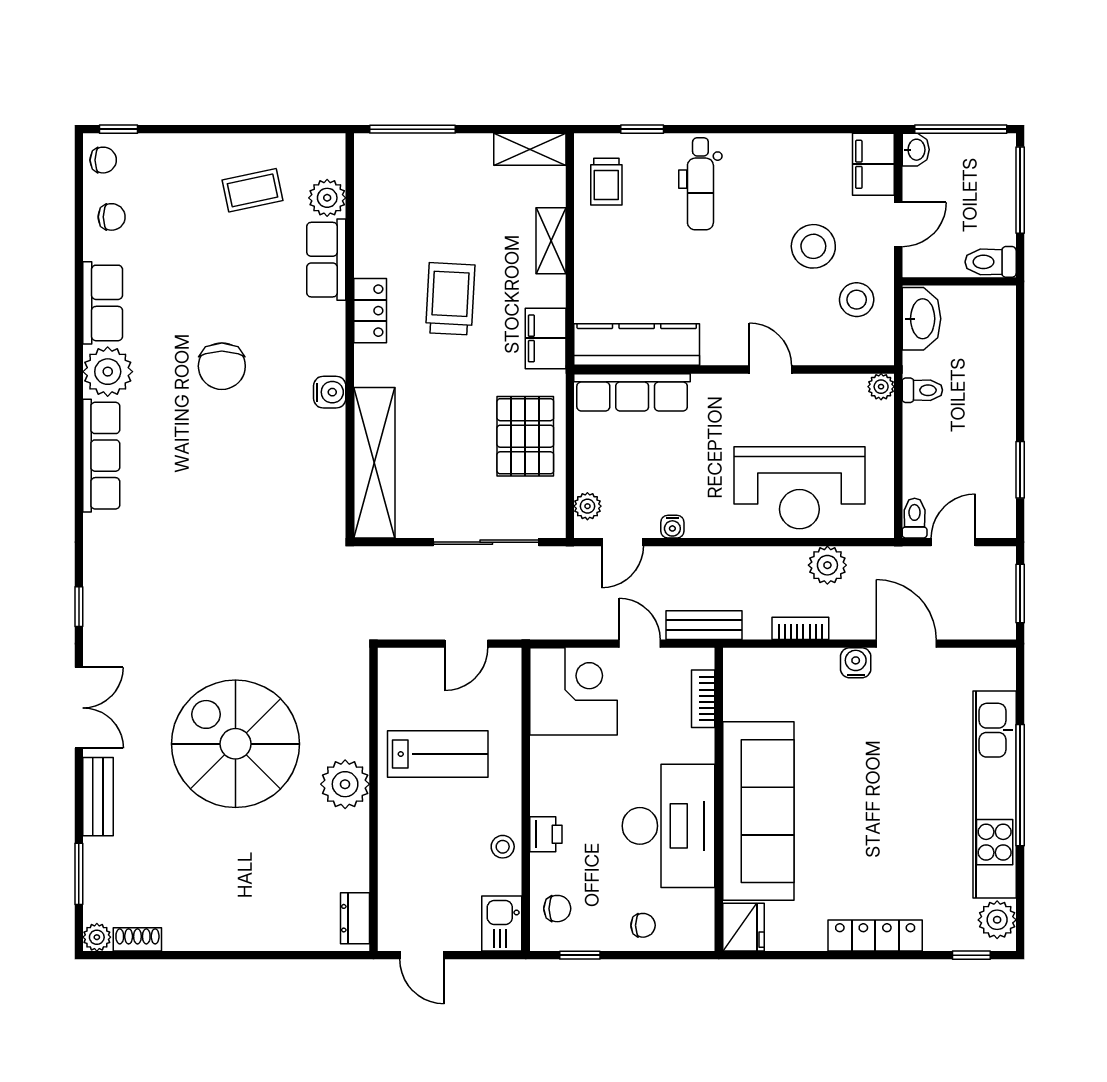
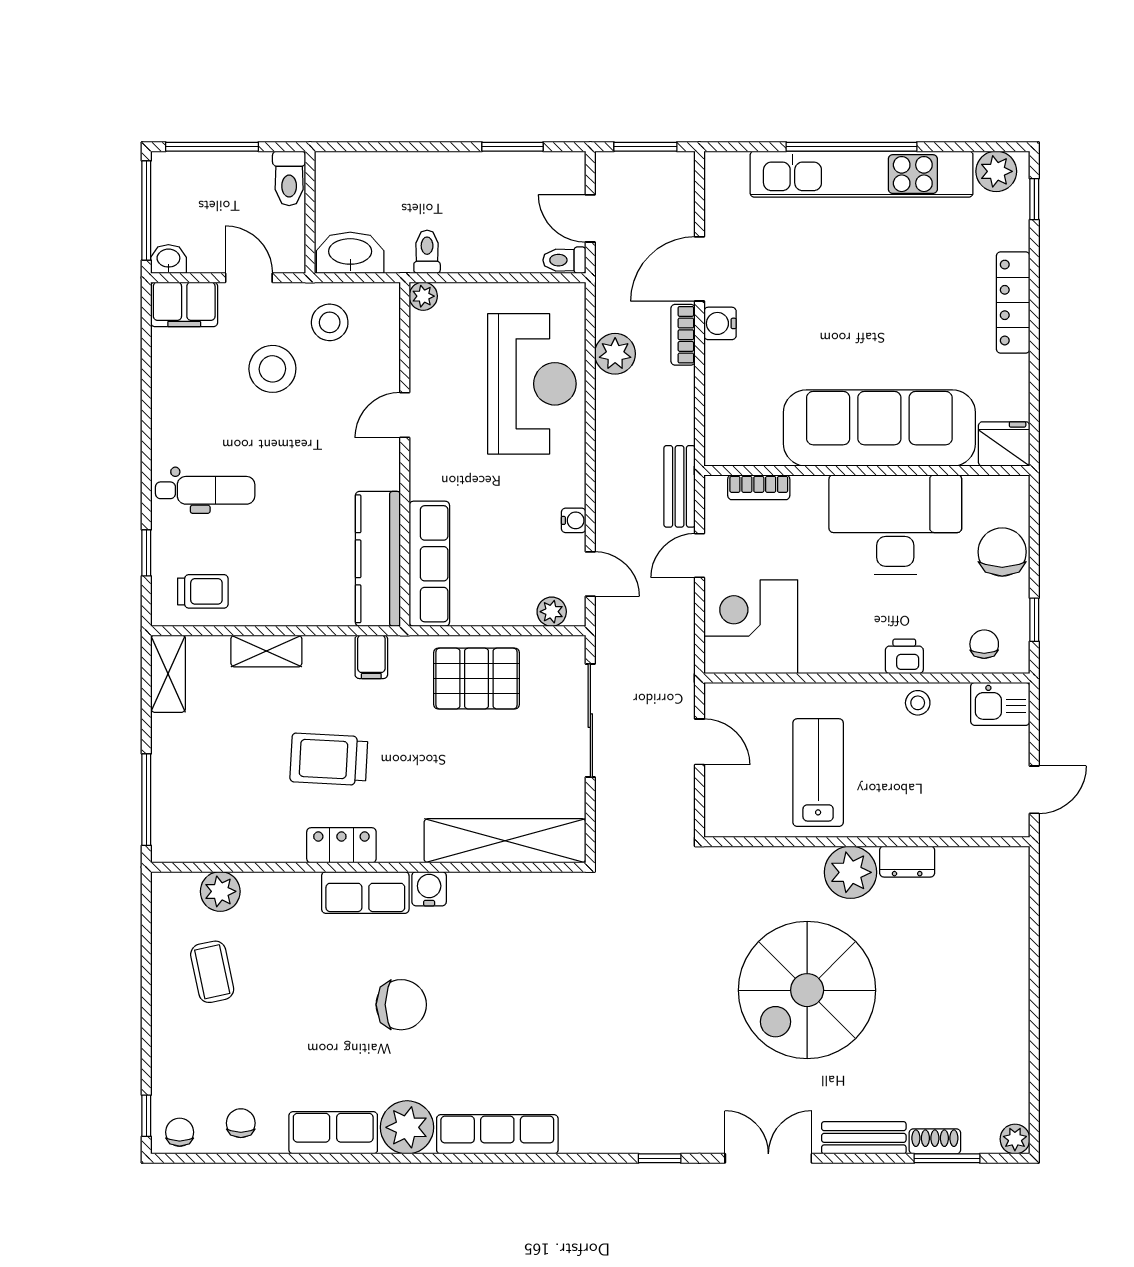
row of seats: (326, 260) -> (365, 892), moved
filing cabinet: (546, 338) -> (371, 657), width x0.50
bookcase: (800, 628) -> (683, 335), moved
dresser: (355, 918) -> (907, 862), moved
chair: (643, 925) -> (1002, 552), width x1.87, depth x1.87
shoe rack: (137, 939) -> (935, 1141), moved, turned 90

